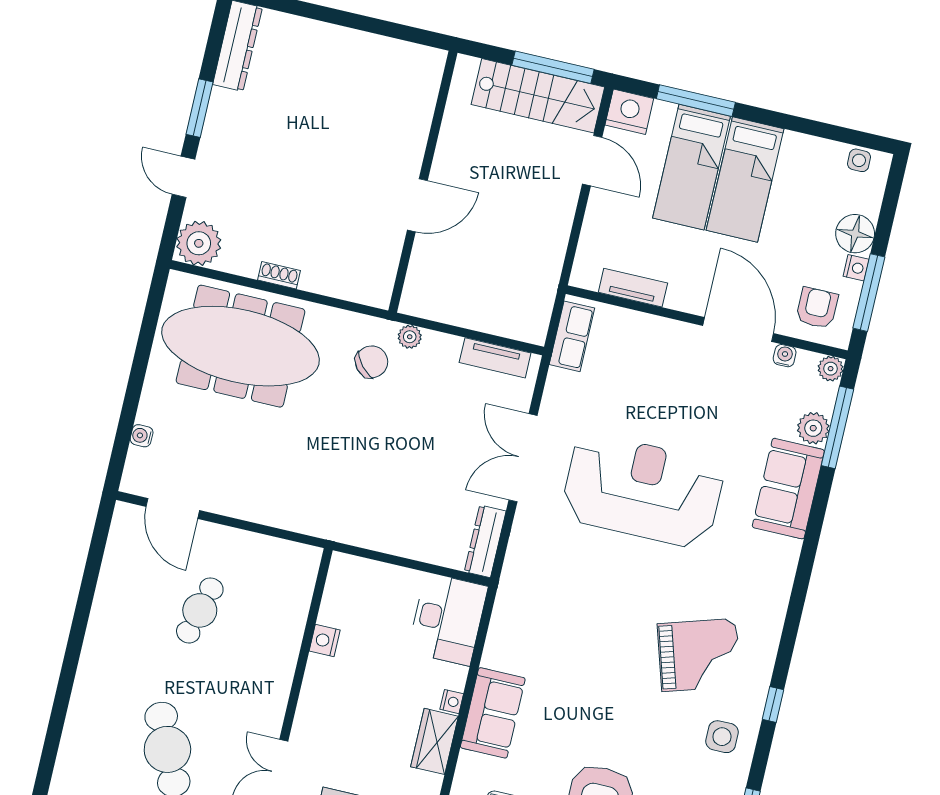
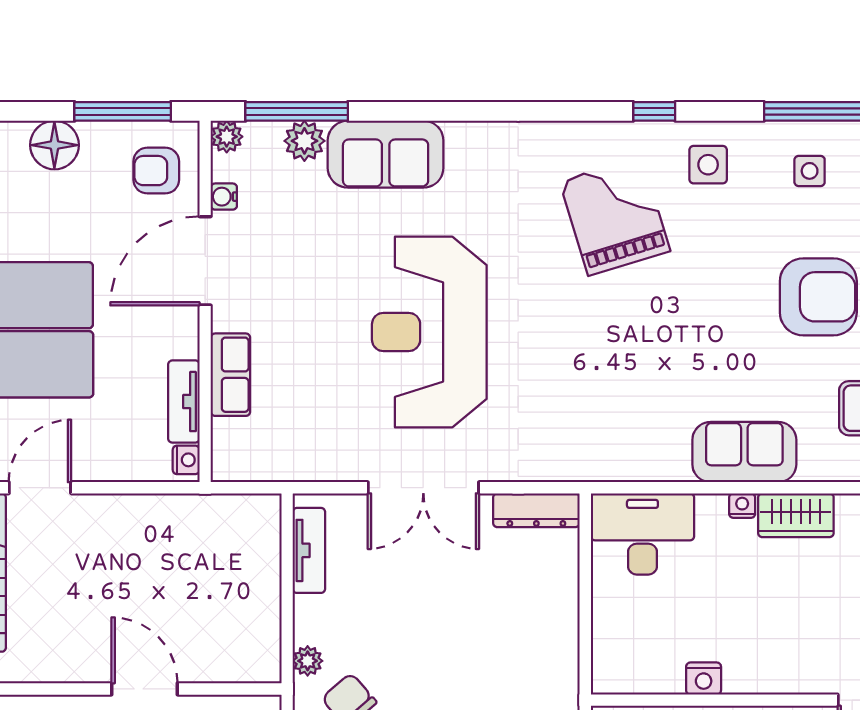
nightstand: (856, 268) -> (186, 460), moved, turned 90
row of seats: (572, 336) -> (230, 375), moved, turned 90

